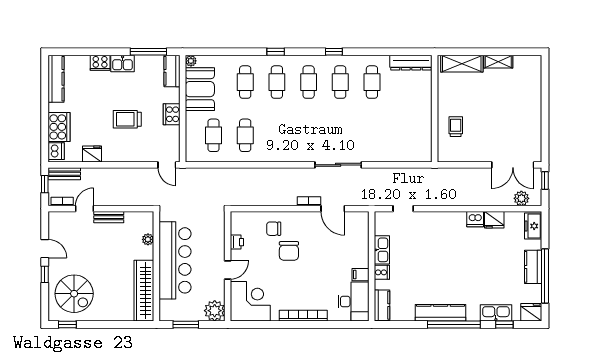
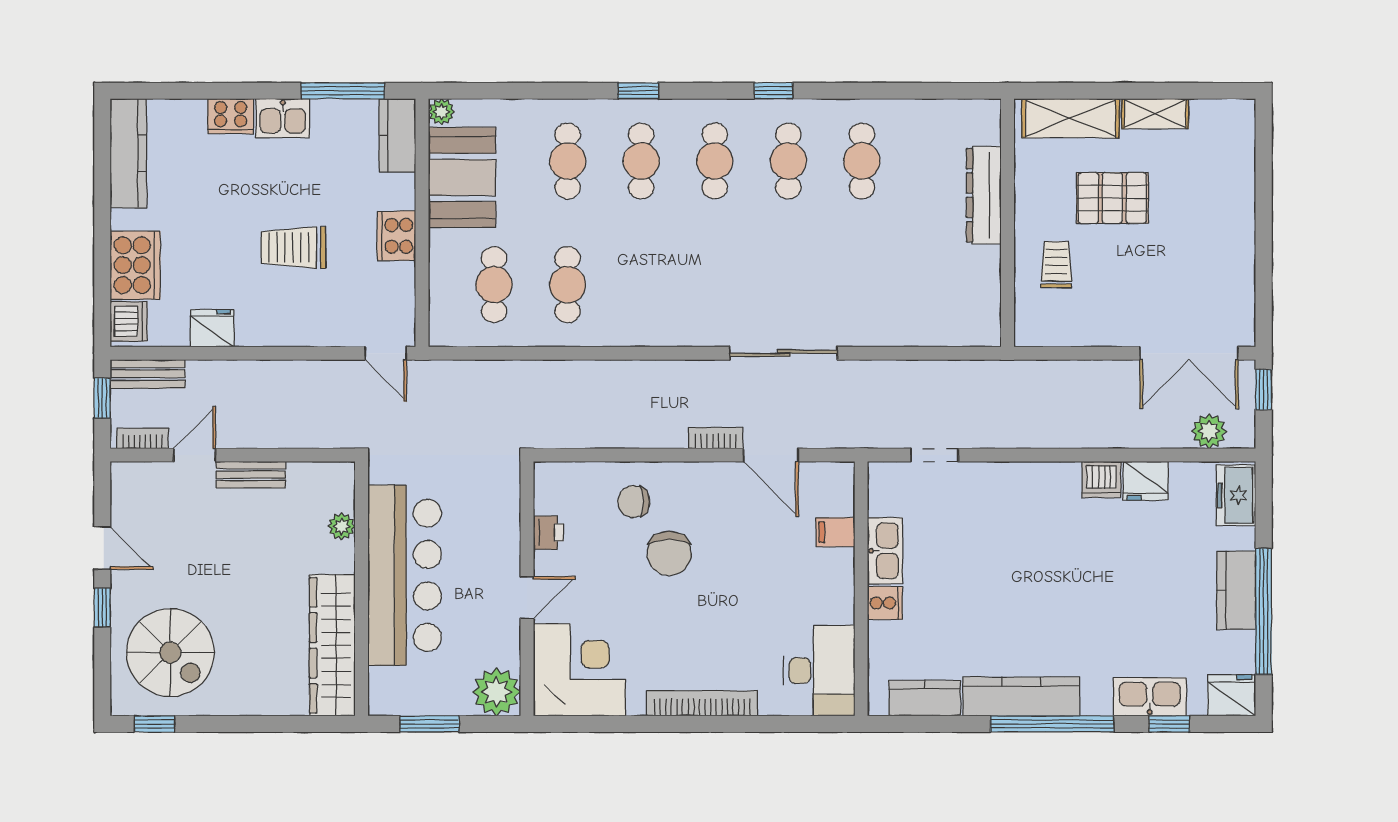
dresser: (411, 63) -> (984, 195), moved, turned 90
pallet: (480, 98) -> (1112, 198), added
filing cabinet: (361, 275) -> (835, 532), moved
kitchen counter: (382, 305) -> (925, 698), moved, turned -90

